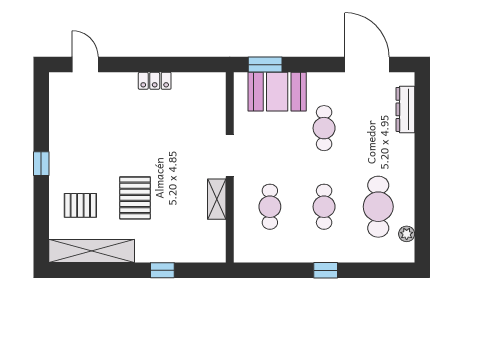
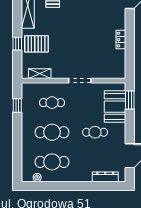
pallet: (135, 198) -> (36, 44), moved
shelving: (217, 199) -> (40, 74), moved
cafe table: (324, 207) -> (52, 132), width x1.37, depth x1.35
window: (326, 270) -> (17, 106), moved

